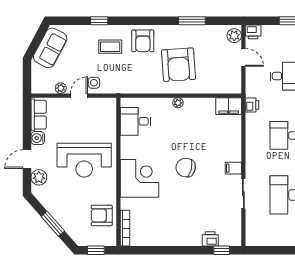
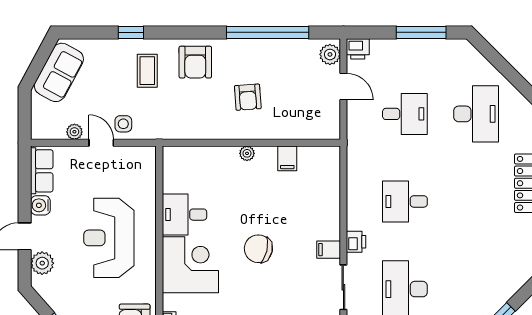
window: (192, 21) -> (268, 32), width x2.11
coffee table: (110, 47) -> (147, 71), turned 90
armchair: (178, 65) -> (248, 97), width x0.53, depth x0.53
door: (79, 96) -> (101, 143), hinge flipped
printer: (252, 105) -> (356, 242), moved
filing cabinet: (229, 106) -> (287, 158), moved, width x0.50
desk: (135, 121) -> (184, 215), moved
reception desk: (84, 160) -> (109, 238), turned 90

